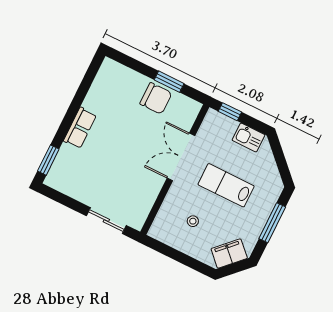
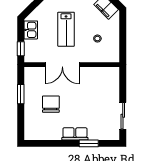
chair: (156, 98) -> (51, 104), moved
window: (48, 160) -> (89, 143), moved
sliding door: (106, 221) -> (123, 116), moved

